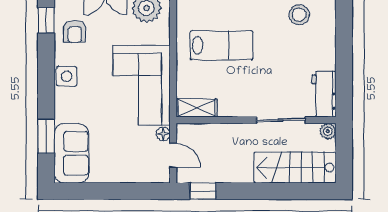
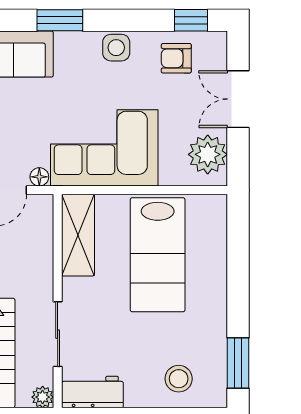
stool: (299, 15) -> (179, 379), moved
lab bench: (221, 45) -> (158, 255), width x1.36, depth x1.39
shelving: (196, 108) -> (78, 235), width x1.50, depth x1.33
window: (46, 136) -> (60, 20), moved

